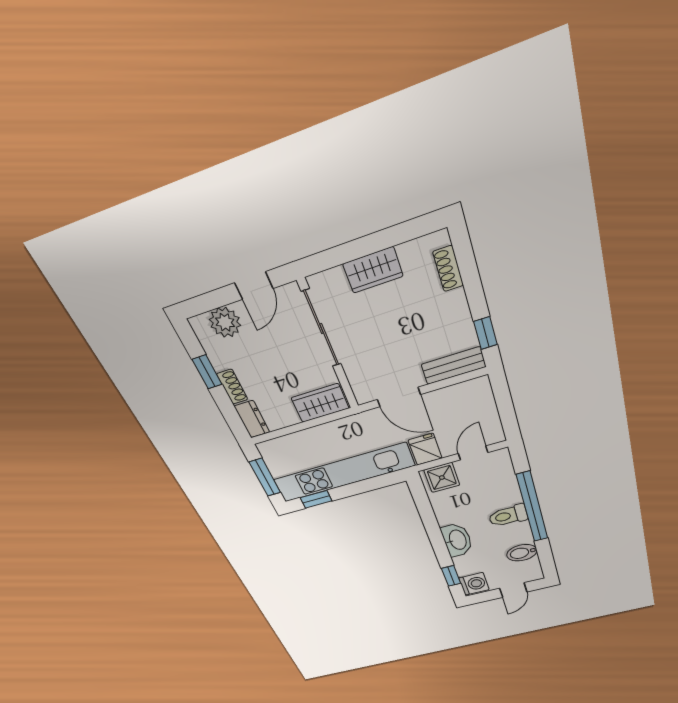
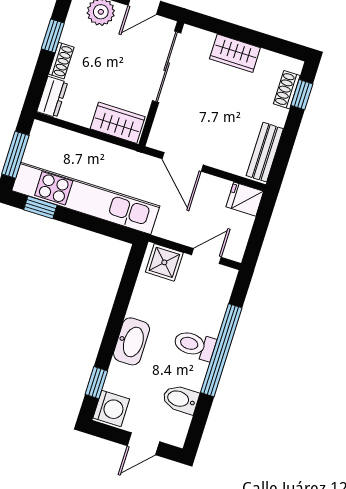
window: (485, 333) -> (302, 95), moved
bench: (454, 366) -> (265, 152), moved, turned 90
fridge: (425, 449) -> (245, 199), moved, turned -90

